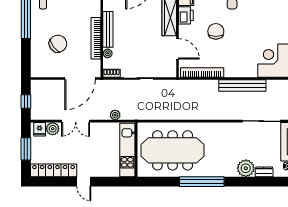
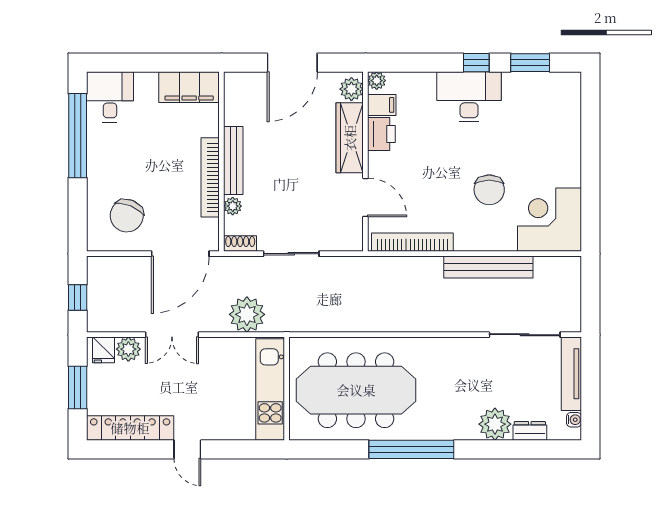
chair: (216, 31) -> (489, 190), moved, turned 180
chair: (58, 44) -> (127, 216), moved, turned 148
plant: (115, 115) -> (247, 314), width x1.88, depth x1.88

